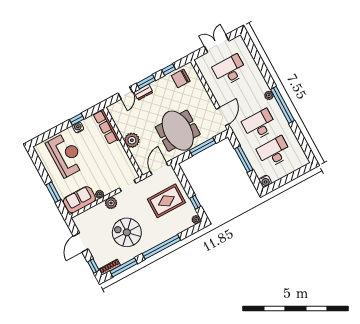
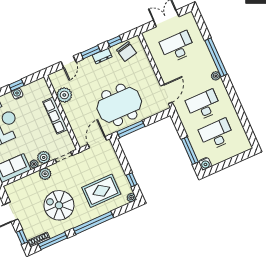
chair: (181, 78) -> (127, 51), turned -102
dresser: (143, 92) -> (102, 56), moved
window: (283, 105) -> (216, 57), moved
row of seats: (106, 127) -> (55, 116), moved
meeting table: (178, 131) -> (119, 105), turned 90
plant: (132, 140) -> (64, 95), moved
window: (203, 147) -> (131, 129), moved
window: (244, 159) -> (190, 151), moved
plant: (108, 187) -> (44, 157), added
rug: (166, 201) -> (101, 191), moved

